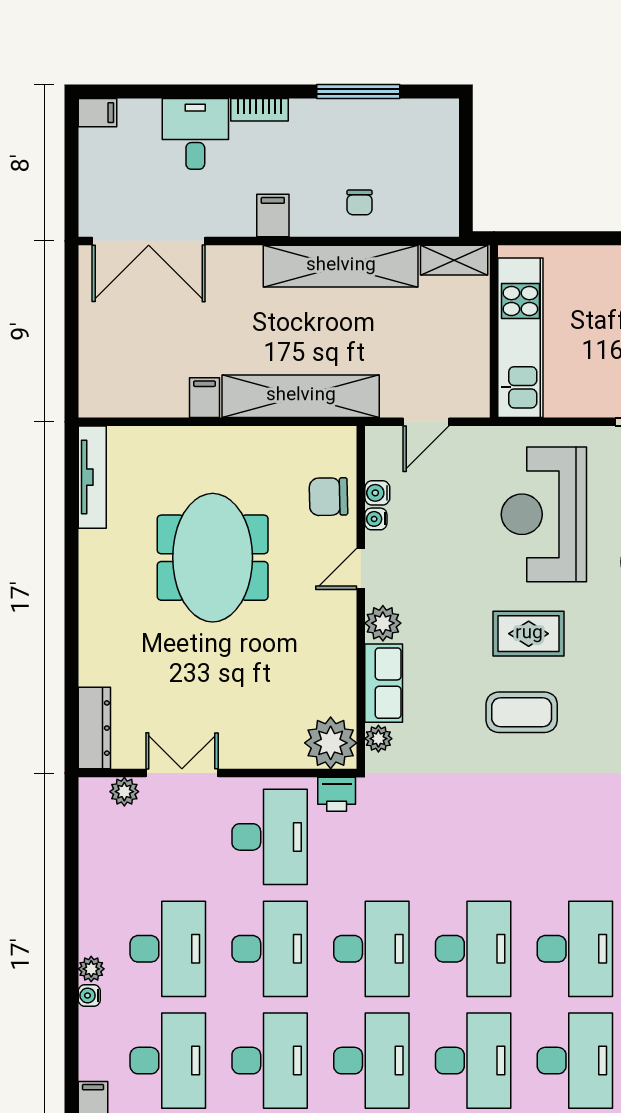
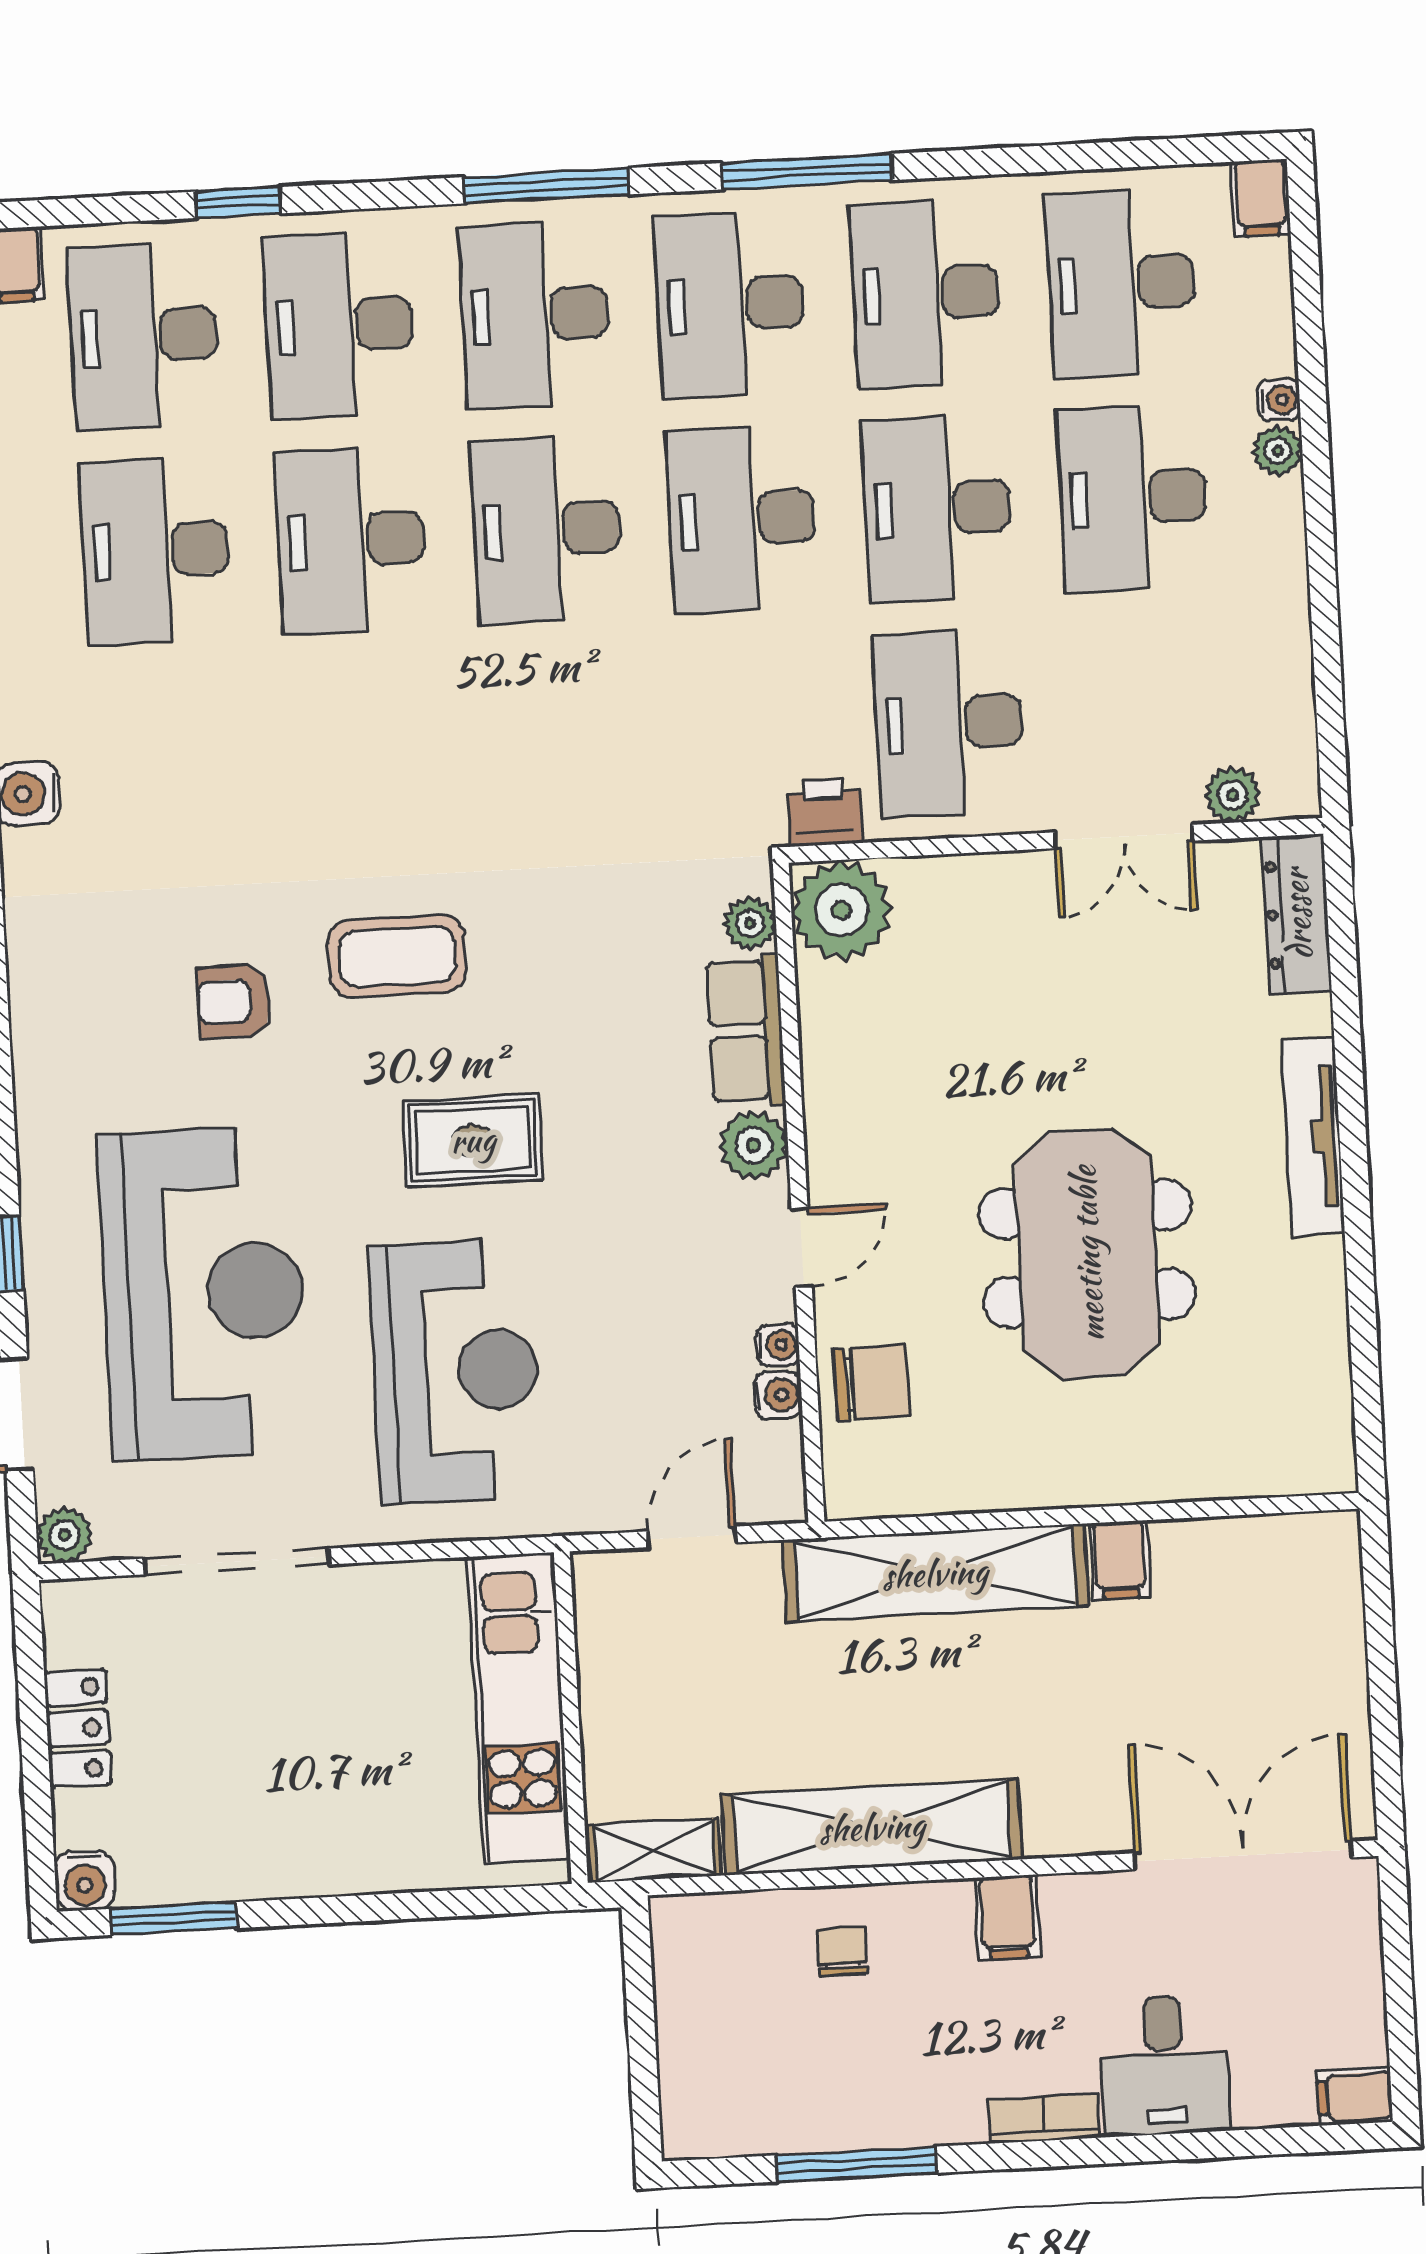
tv unit: (92, 477) -> (1313, 1137), moved
coffee table: (522, 712) -> (397, 956), moved

